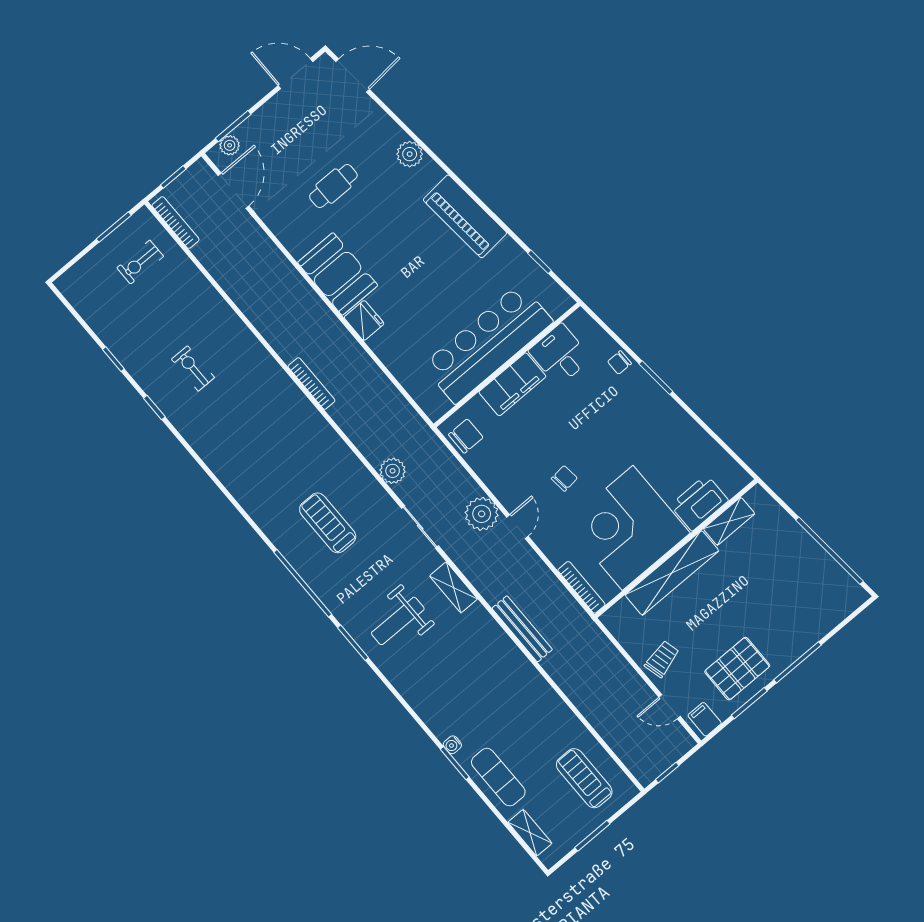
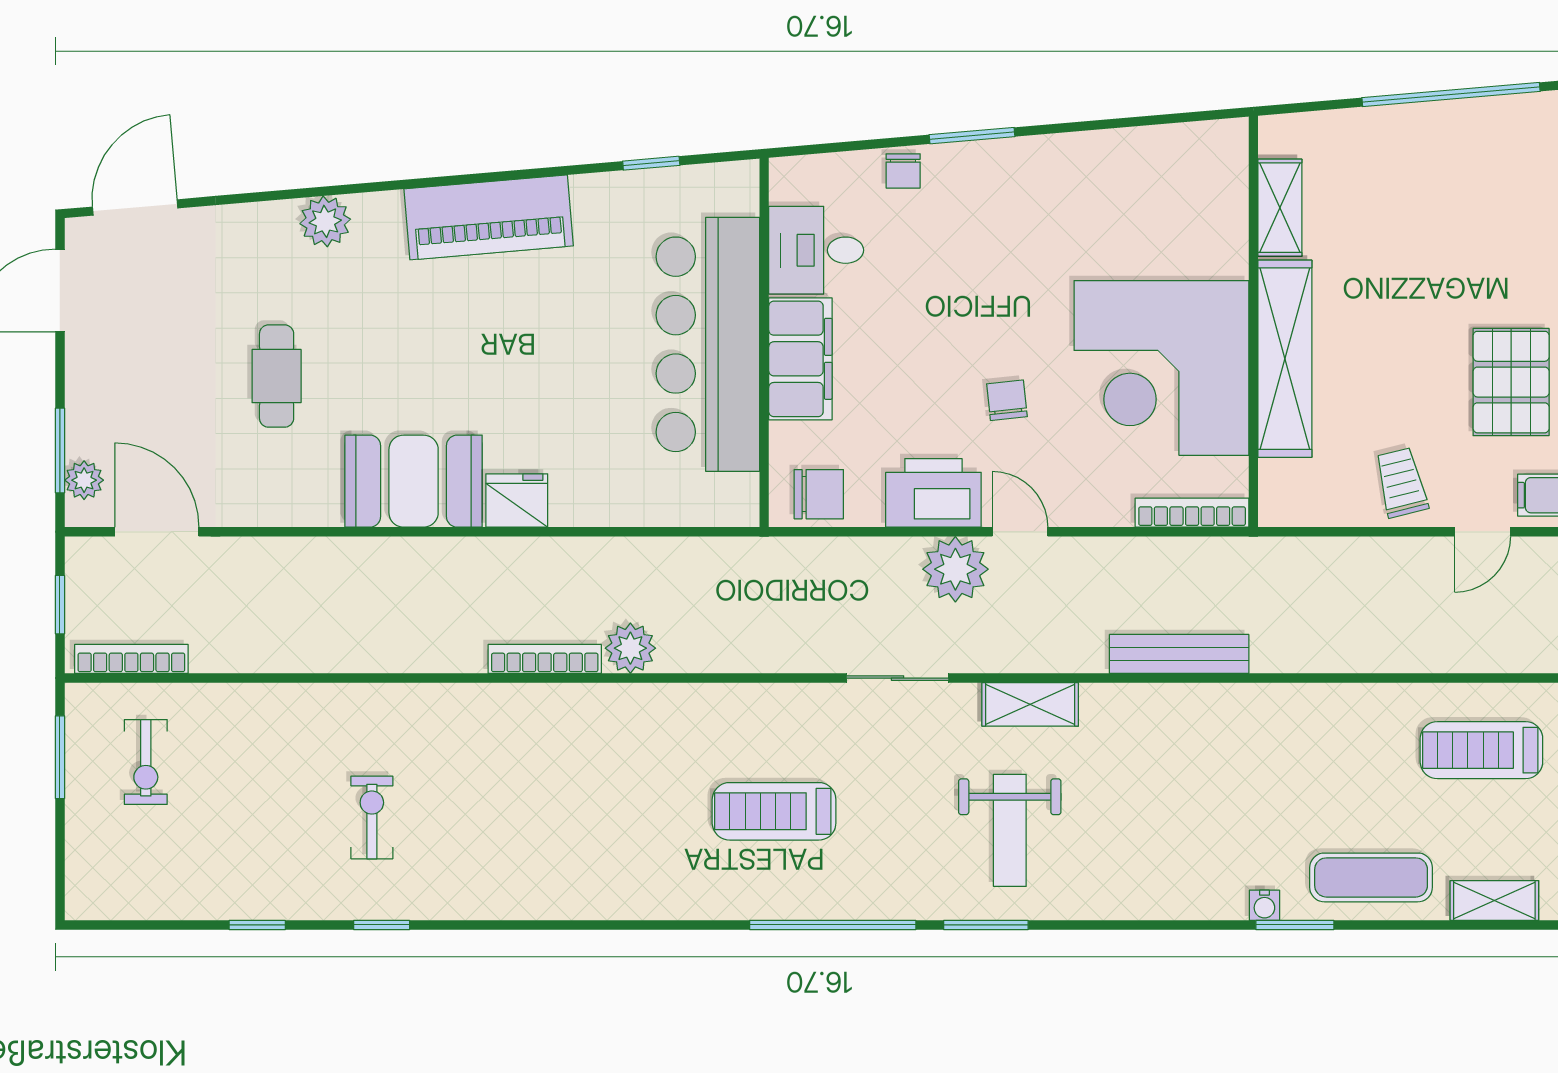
exercise bike: (193, 368) -> (372, 817), turned 90
chair: (466, 436) -> (819, 494), turned 90
plant: (393, 471) -> (630, 648), moved
printer: (699, 503) -> (933, 493), moved, turned 90

